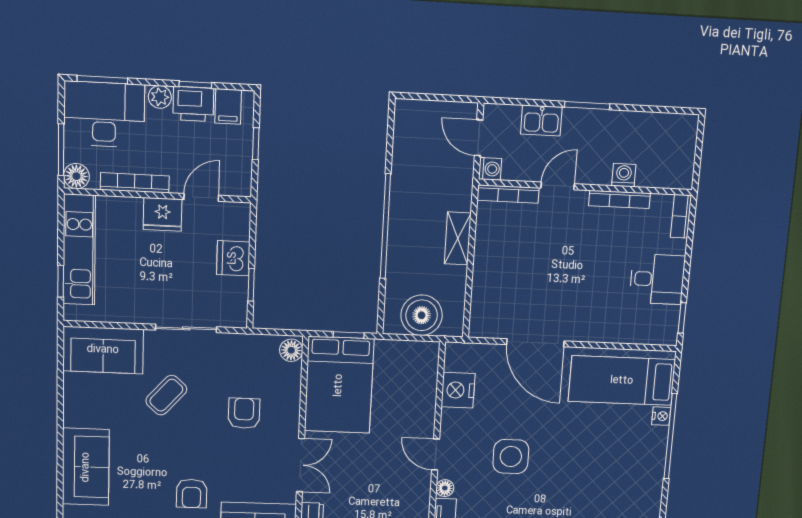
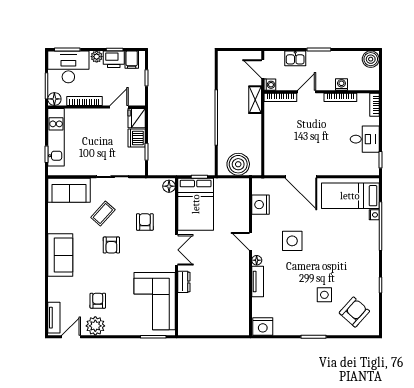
boiler: (682, 129) -> (371, 59), added
fridge: (163, 214) -> (137, 118), moved, turned 90
shelving: (458, 238) -> (255, 100), moved
armchair: (192, 493) -> (111, 245), moved

